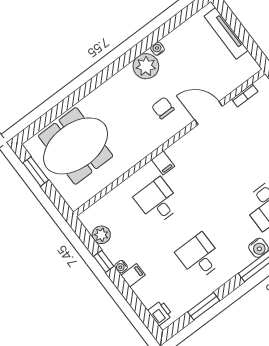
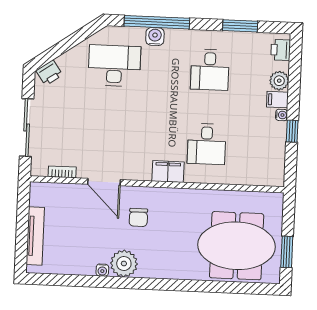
filing cabinet: (163, 163) -> (168, 172), width x2.00
plant: (101, 235) -> (279, 81), moved

